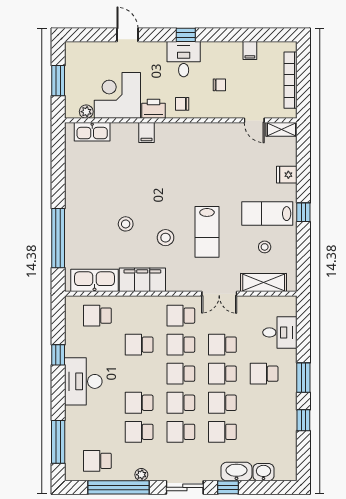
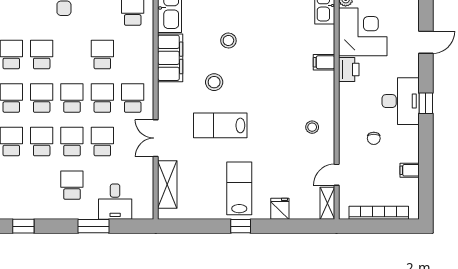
desk: (184, 59) -> (401, 101), width x1.37
chair: (182, 104) -> (354, 99), removed
stool: (265, 247) -> (312, 127), moved
window: (303, 378) -> (94, 226), moved

